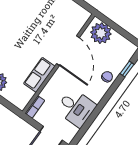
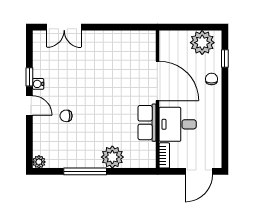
plant: (101, 33) -> (202, 43), moved
desk: (76, 108) -> (178, 124), moved, turned 180

